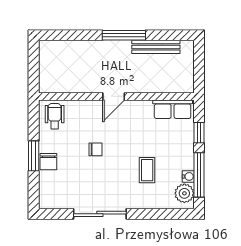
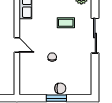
wheelchair: (55, 116) -> (30, 84), removed
sliding door: (100, 214) -> (95, 36), moved

